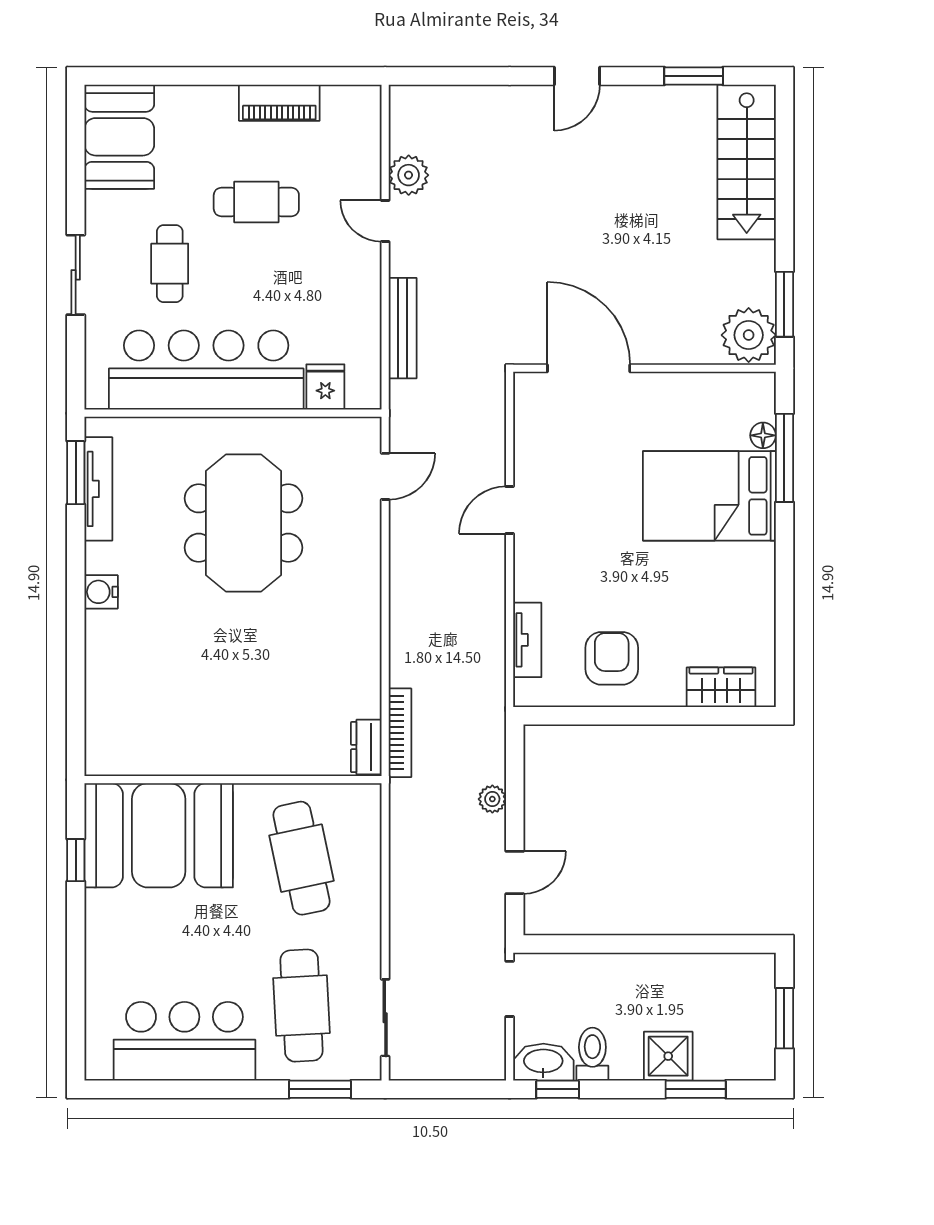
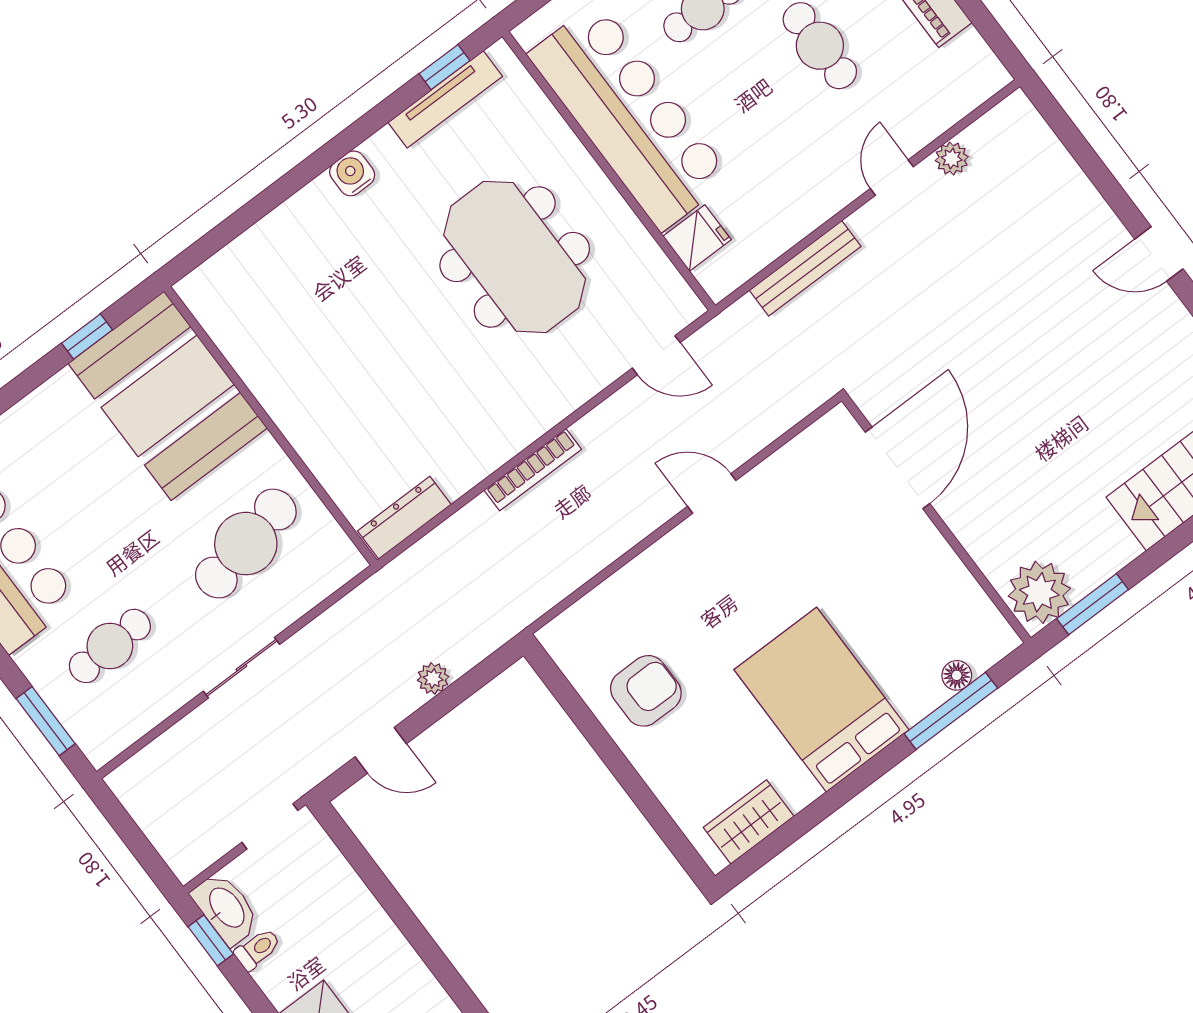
plant: (409, 175) -> (952, 159), width x0.73, depth x0.73
window: (76, 473) -> (444, 67), width x0.67
bed: (709, 496) -> (821, 700), moved
meeting table: (244, 523) -> (515, 257), turned 90
tv unit: (527, 640) -> (604, 600), removed
wardrobe: (721, 687) -> (749, 822), moved, turned -90
bookcase: (400, 733) -> (533, 470), moved
dresser: (366, 747) -> (404, 518), width x1.44
cafe table: (302, 1006) -> (110, 646), width x0.73, depth x0.74
sliding door: (385, 1018) -> (241, 668), moved
toilet: (592, 1054) -> (257, 949), width x0.73, depth x0.72

